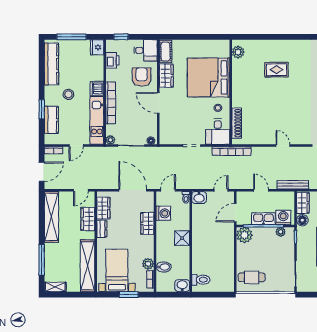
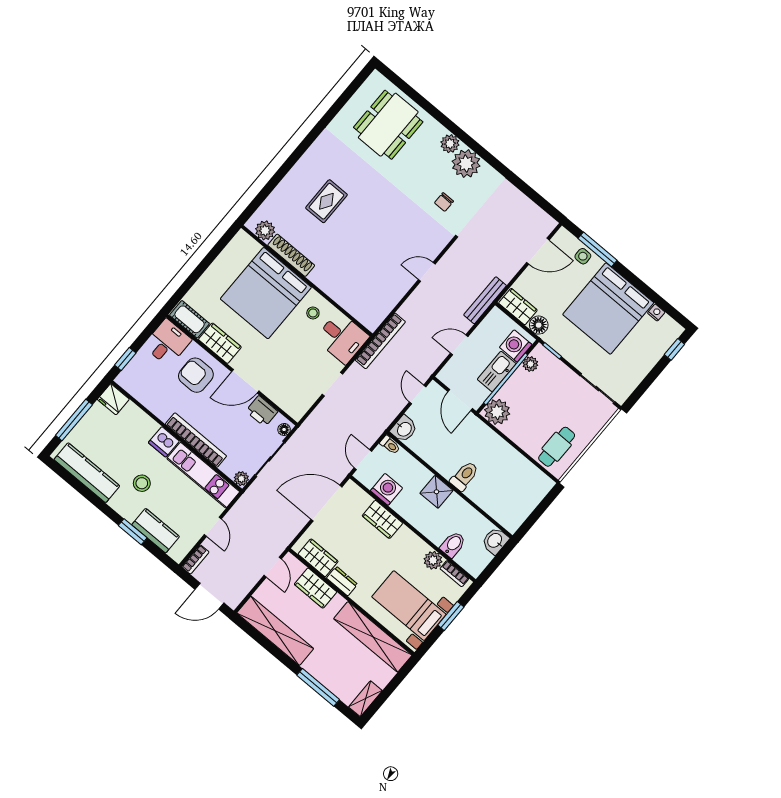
printer: (112, 60) -> (262, 411), moved, turned 180
shoe rack: (237, 123) -> (291, 255), moved
door: (42, 172) -> (209, 596), swing flipped
toilet: (201, 280) -> (464, 476), moved

